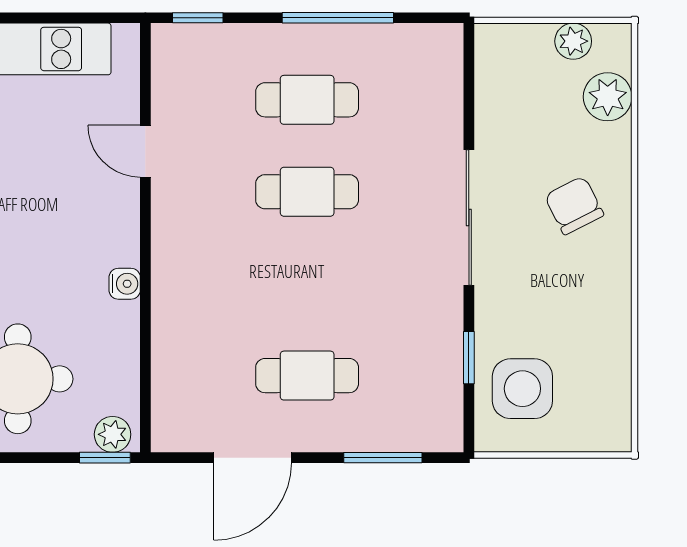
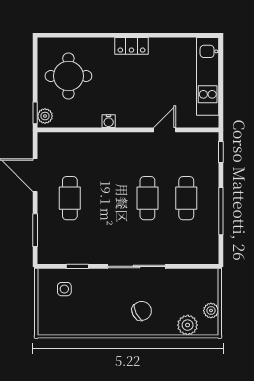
side table: (522, 389) -> (64, 289), width x0.54, depth x0.54

